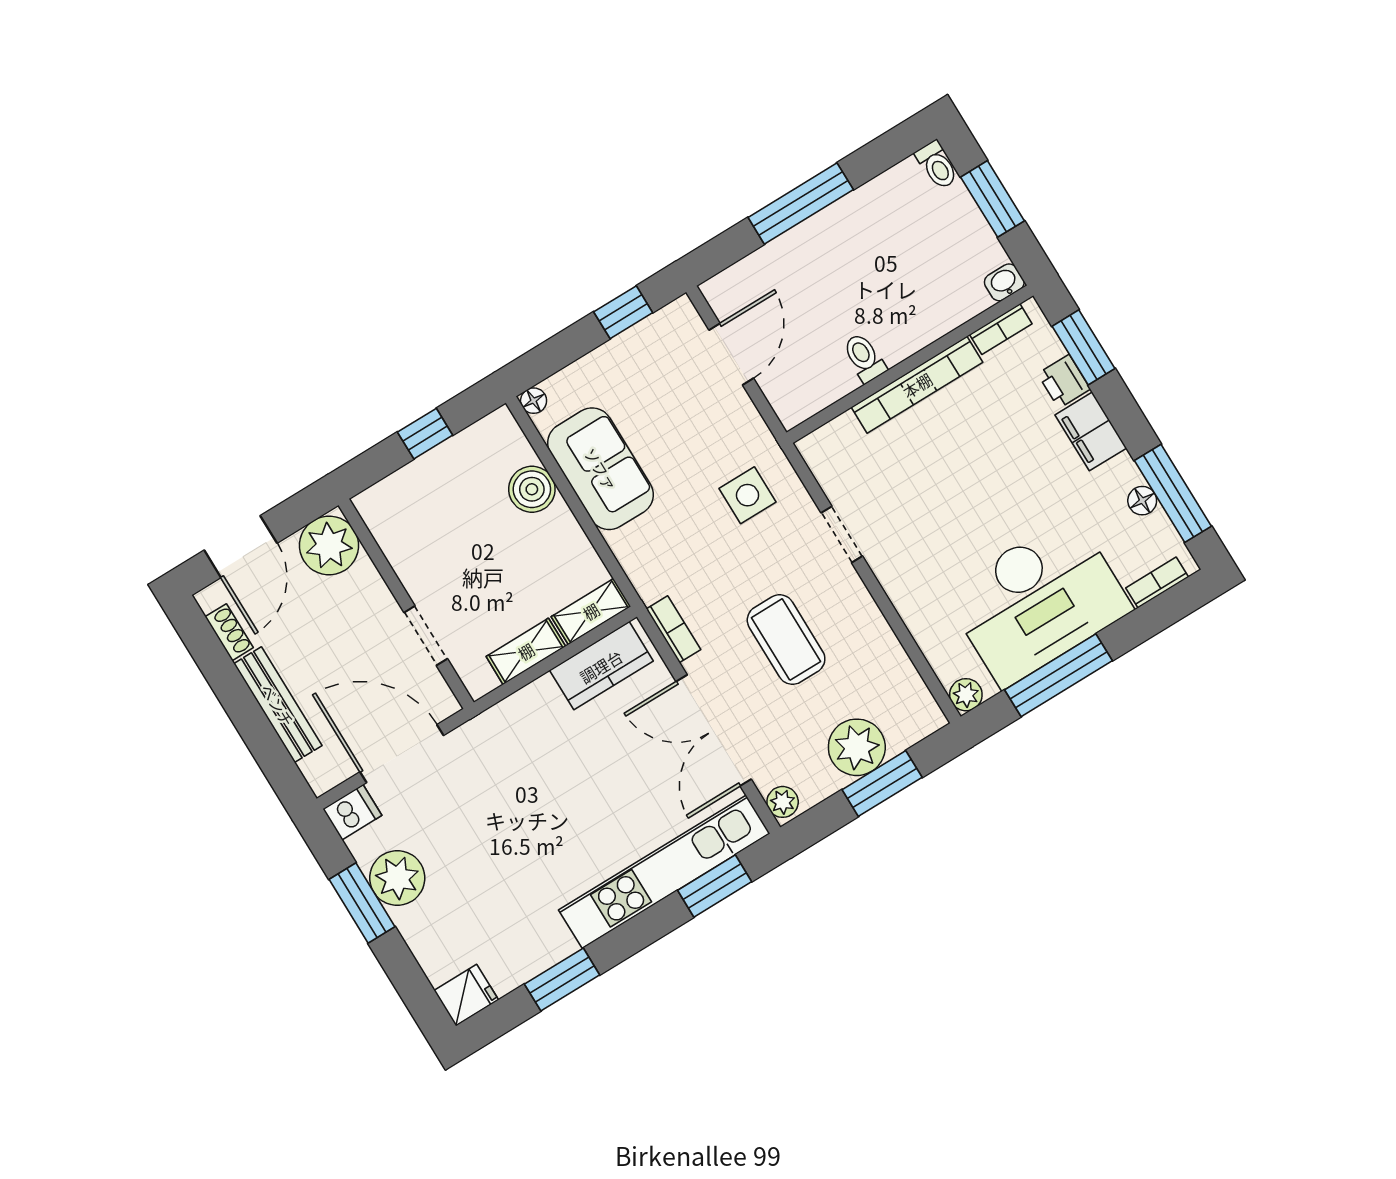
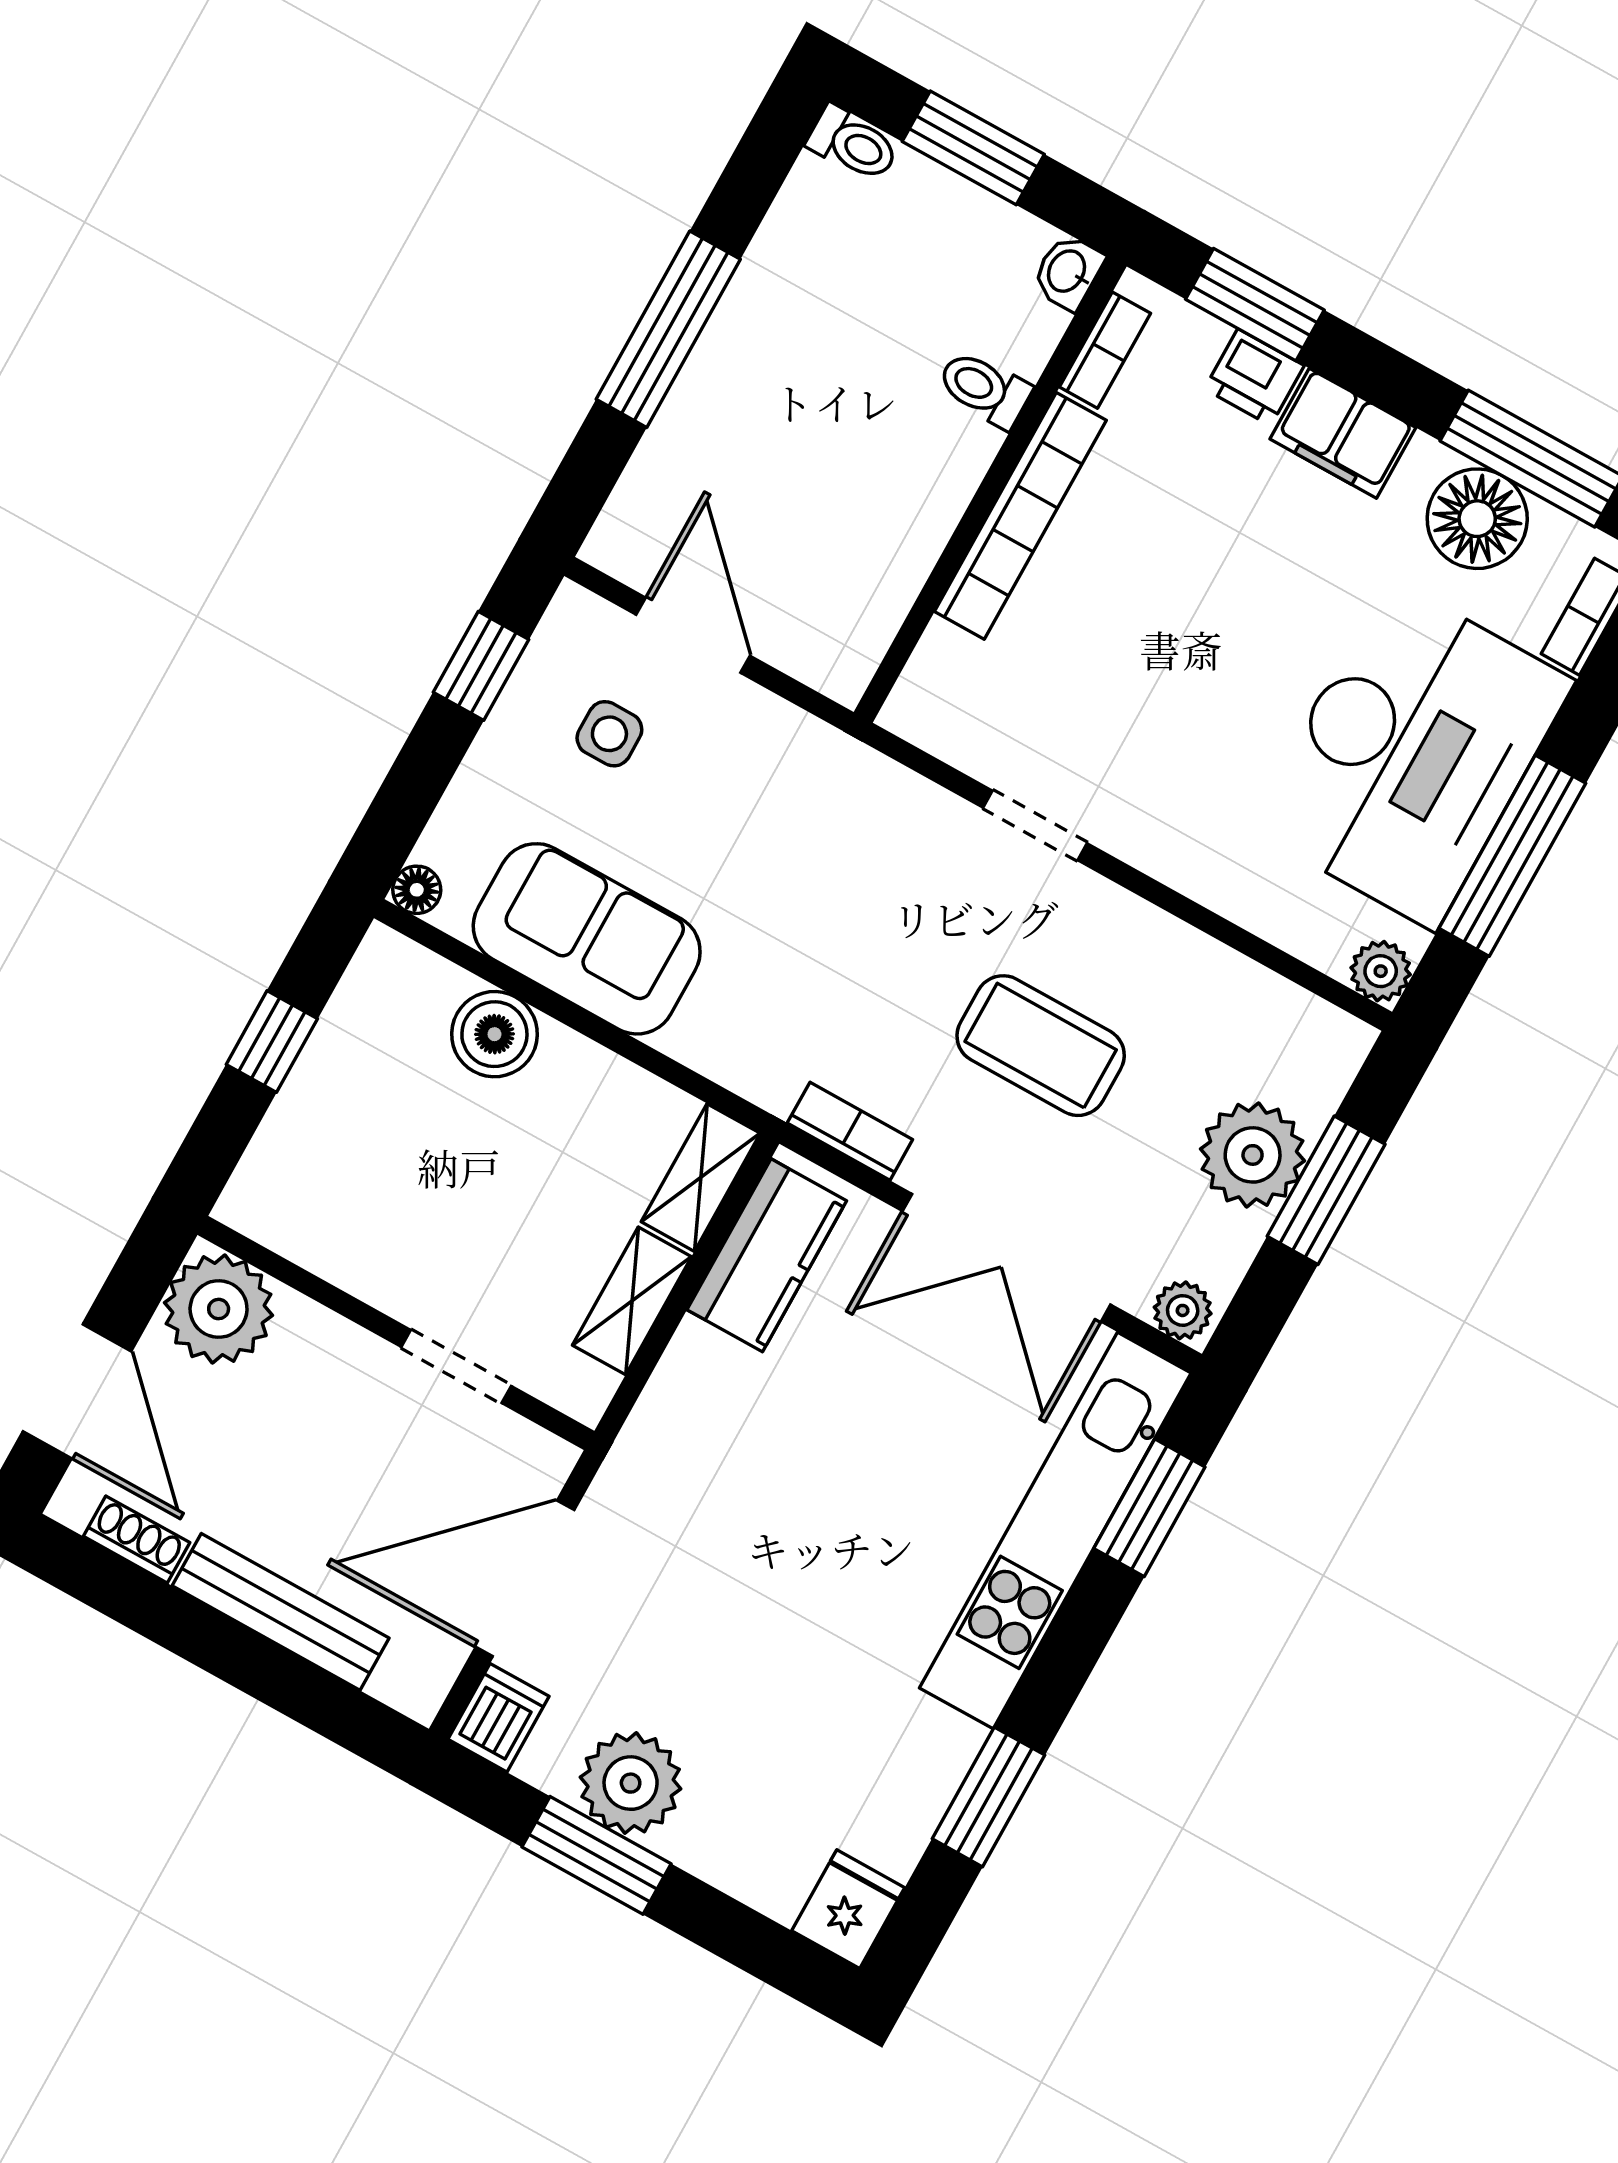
toilet: (864, 358) -> (984, 389), moved
side table: (748, 495) -> (609, 734), moved, width x0.73, depth x0.73
floor lamp: (1142, 501) -> (1477, 519), width x1.89, depth x1.89

